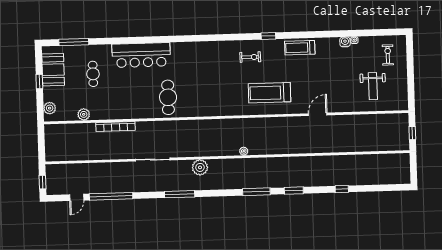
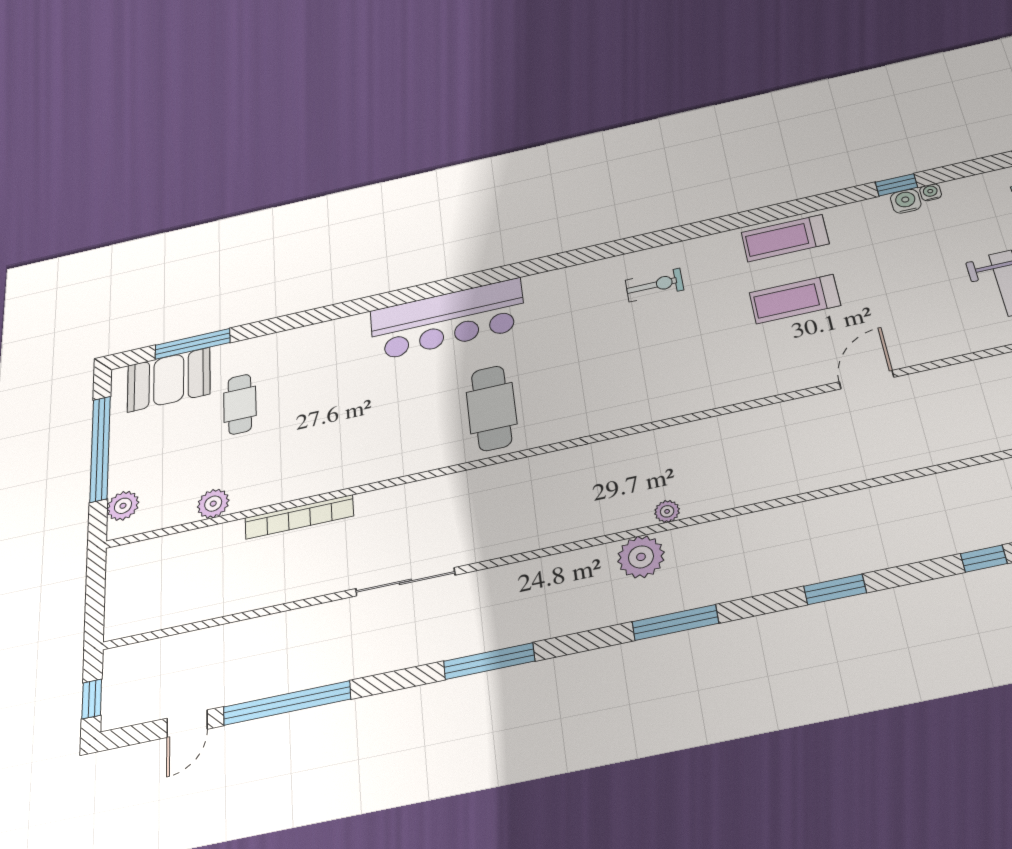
window: (268, 36) -> (896, 185), moved
bar counter: (141, 55) -> (447, 319), moved
booth: (53, 70) -> (169, 380), moved, turned 90
window: (39, 82) -> (100, 449), width x3.17
treadmill: (270, 93) -> (795, 299), moved, width x0.73, depth x0.73
cafe table: (168, 97) -> (492, 408), moved
plant: (200, 167) -> (641, 557), moved
window: (256, 192) -> (675, 623), moved

